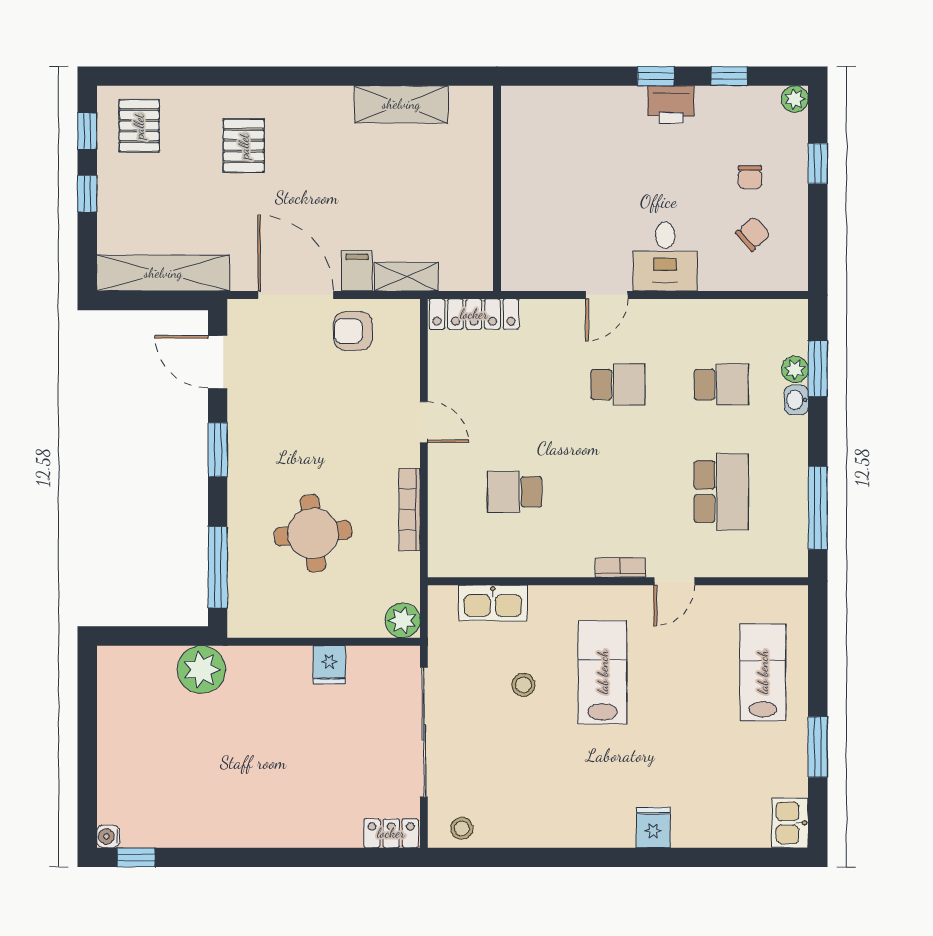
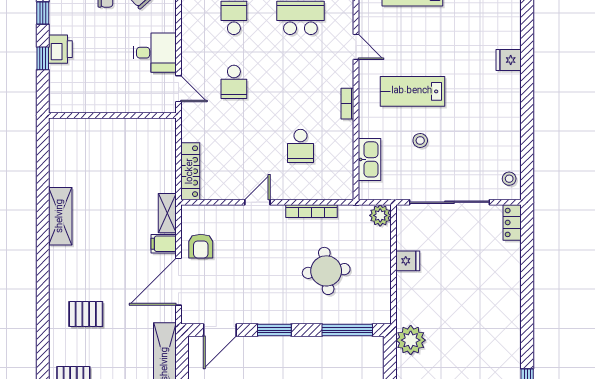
wall: (497, 188) -> (112, 115), moved
school desk: (618, 384) -> (234, 82), turned 180
bookcase: (620, 567) -> (347, 104), moved

